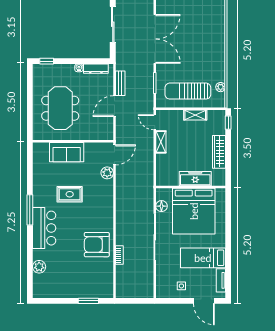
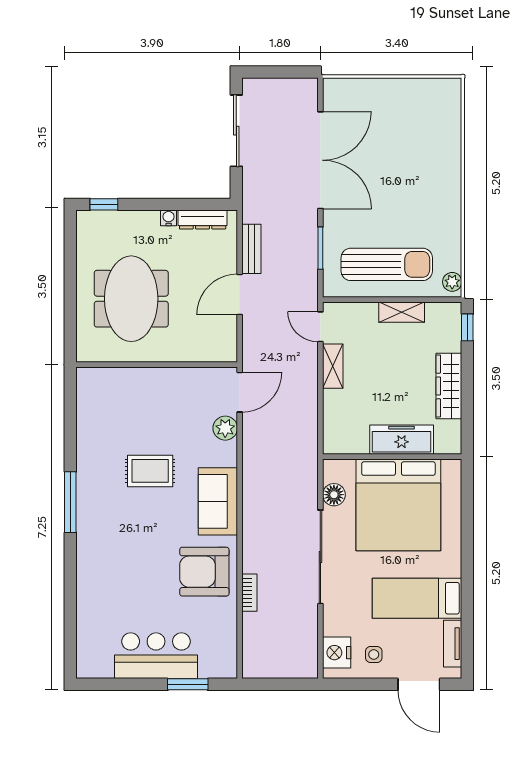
plant: (221, 87) -> (452, 282), moved
sun lounger: (188, 91) -> (387, 264), turned 180
sofa: (67, 152) -> (218, 501), moved, turned 90
bar counter: (44, 228) -> (156, 656), moved, turned -90
plant: (39, 267) -> (89, 616), removed
nightstand: (163, 285) -> (337, 653), added

